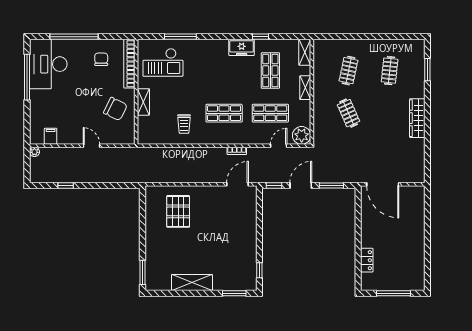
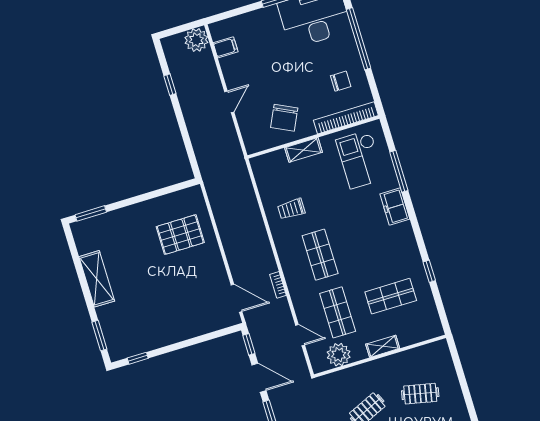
freezer: (242, 47) -> (395, 207), moved
shelving: (305, 52) -> (427, 332), removed
plant: (302, 135) -> (339, 355), moved
plant: (34, 152) -> (196, 40), width x1.88, depth x1.88

